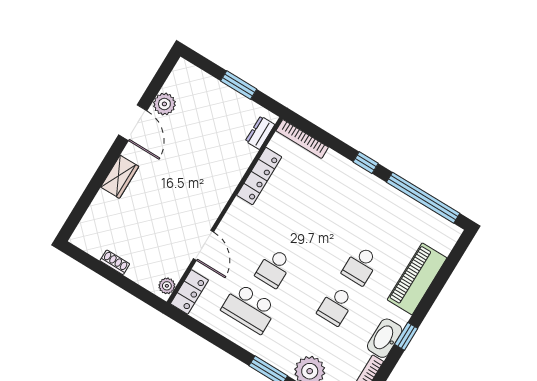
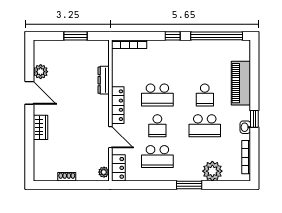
dresser: (260, 133) -> (104, 80), moved, width x1.44
locker: (259, 176) -> (118, 105), moved
school desk: (298, 228) -> (157, 95), added
school desk: (336, 306) -> (205, 126), width x1.85
washbasin: (385, 338) -> (245, 127), width x0.52, depth x0.69

